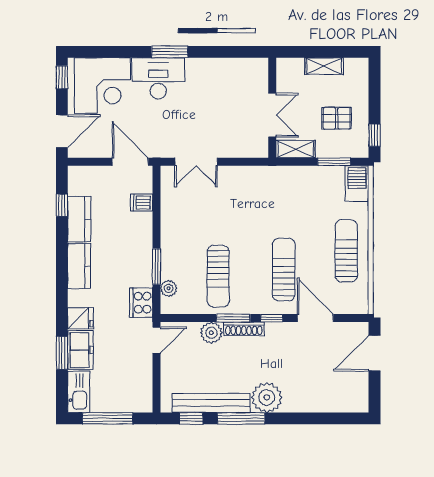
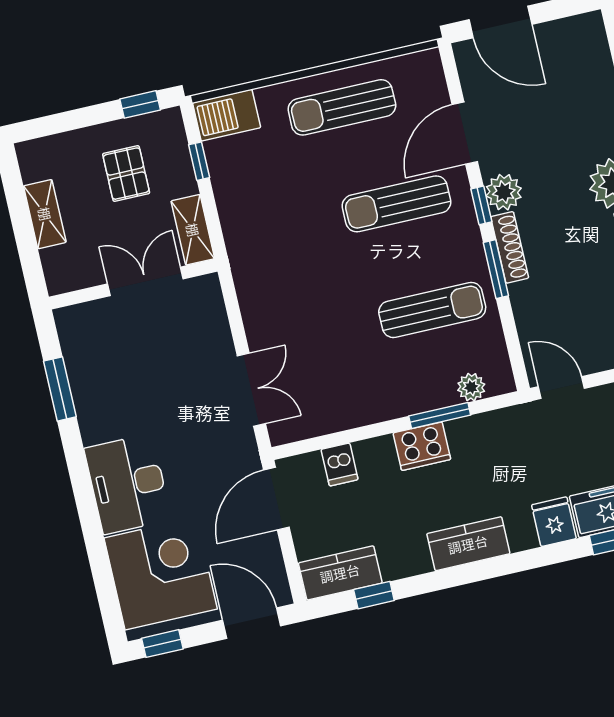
window: (170, 52) -> (60, 389), moved
window: (334, 162) -> (199, 161), width x0.67
kitchen counter: (79, 219) -> (340, 573), moved
cooker: (141, 303) -> (422, 446), moved
plant: (211, 333) -> (504, 192), moved

